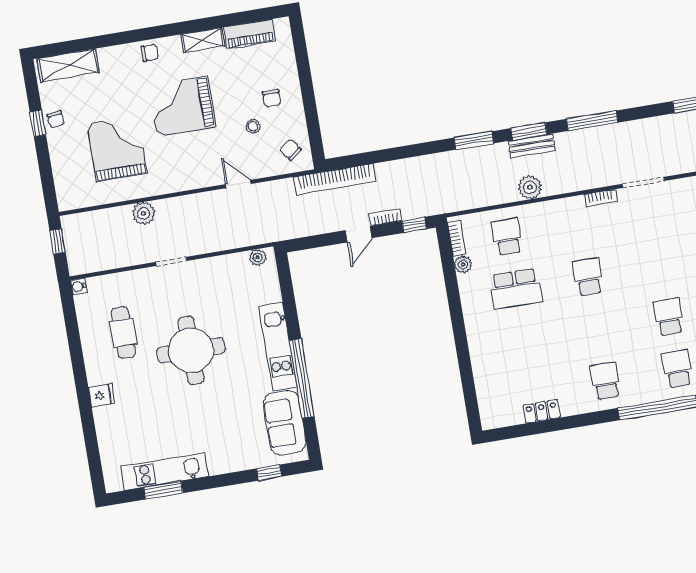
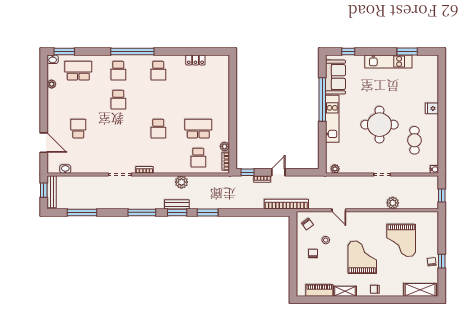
grand piano: (182, 106) -> (362, 257), turned -90
kitchen unit: (165, 472) -> (388, 61), moved

